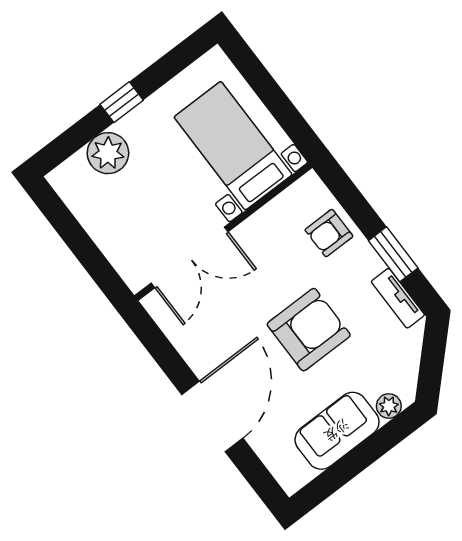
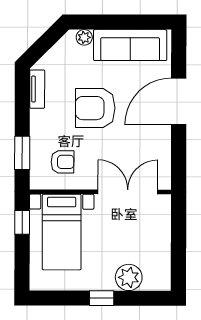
window: (291, 120) -> (22, 222), added
armchair: (329, 233) -> (63, 162), moved
window: (393, 254) -> (22, 153), moved
sofa: (337, 431) -> (130, 45), width x1.36

